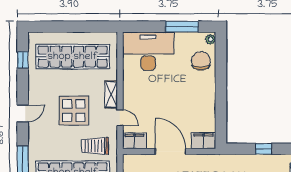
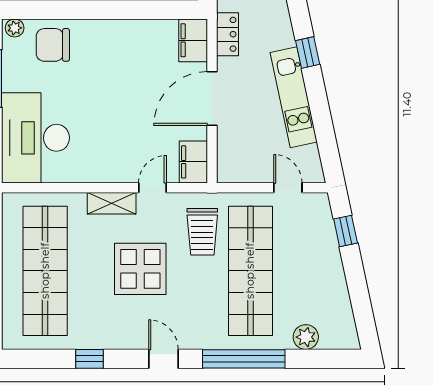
window: (23, 60) -> (90, 359), moved
door: (23, 113) -> (163, 359), moved
locker: (207, 160) -> (228, 34), added

